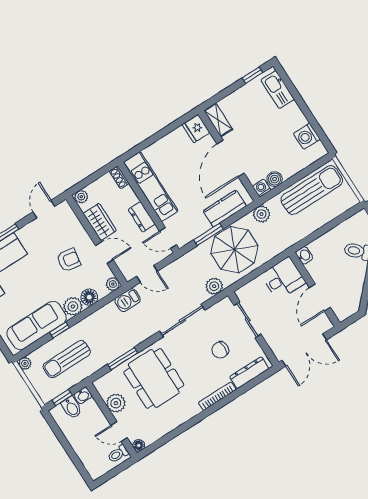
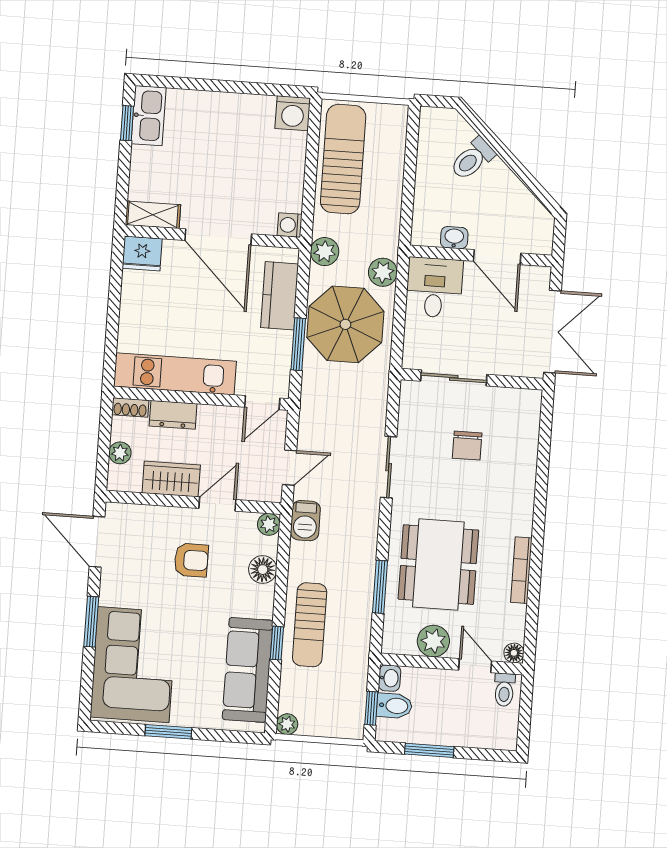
kitchen sink: (278, 90) -> (149, 116), moved, turned -90
washing machine: (307, 136) -> (293, 113), moved
boiler: (275, 179) -> (290, 198), removed
plant: (81, 197) -> (120, 453), moved
door: (44, 209) -> (97, 542), width x1.38
dresser: (142, 217) -> (173, 415), moved
washbasin: (304, 255) -> (454, 238), moved
armchair: (69, 260) -> (191, 560), turned 81
plant: (214, 286) -> (383, 272), moved
plant: (73, 306) -> (259, 601), removed
sliding door: (182, 320) -> (389, 467), width x0.73
sun lounger: (67, 359) -> (310, 625), moved
dresser: (249, 373) -> (527, 429), removed
dining table: (154, 378) -> (438, 565), turned 90
bookcase: (217, 396) -> (521, 570), moved
door: (119, 432) -> (475, 666), swing flipped
window: (63, 440) -> (429, 750), added

